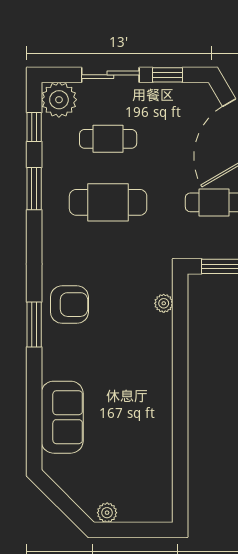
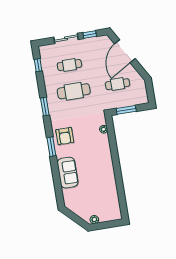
plant: (59, 100) -> (46, 52), removed
window: (34, 189) -> (45, 107), moved
armchair: (69, 305) -> (65, 136), turned 90
sofa: (62, 417) -> (68, 173), moved

